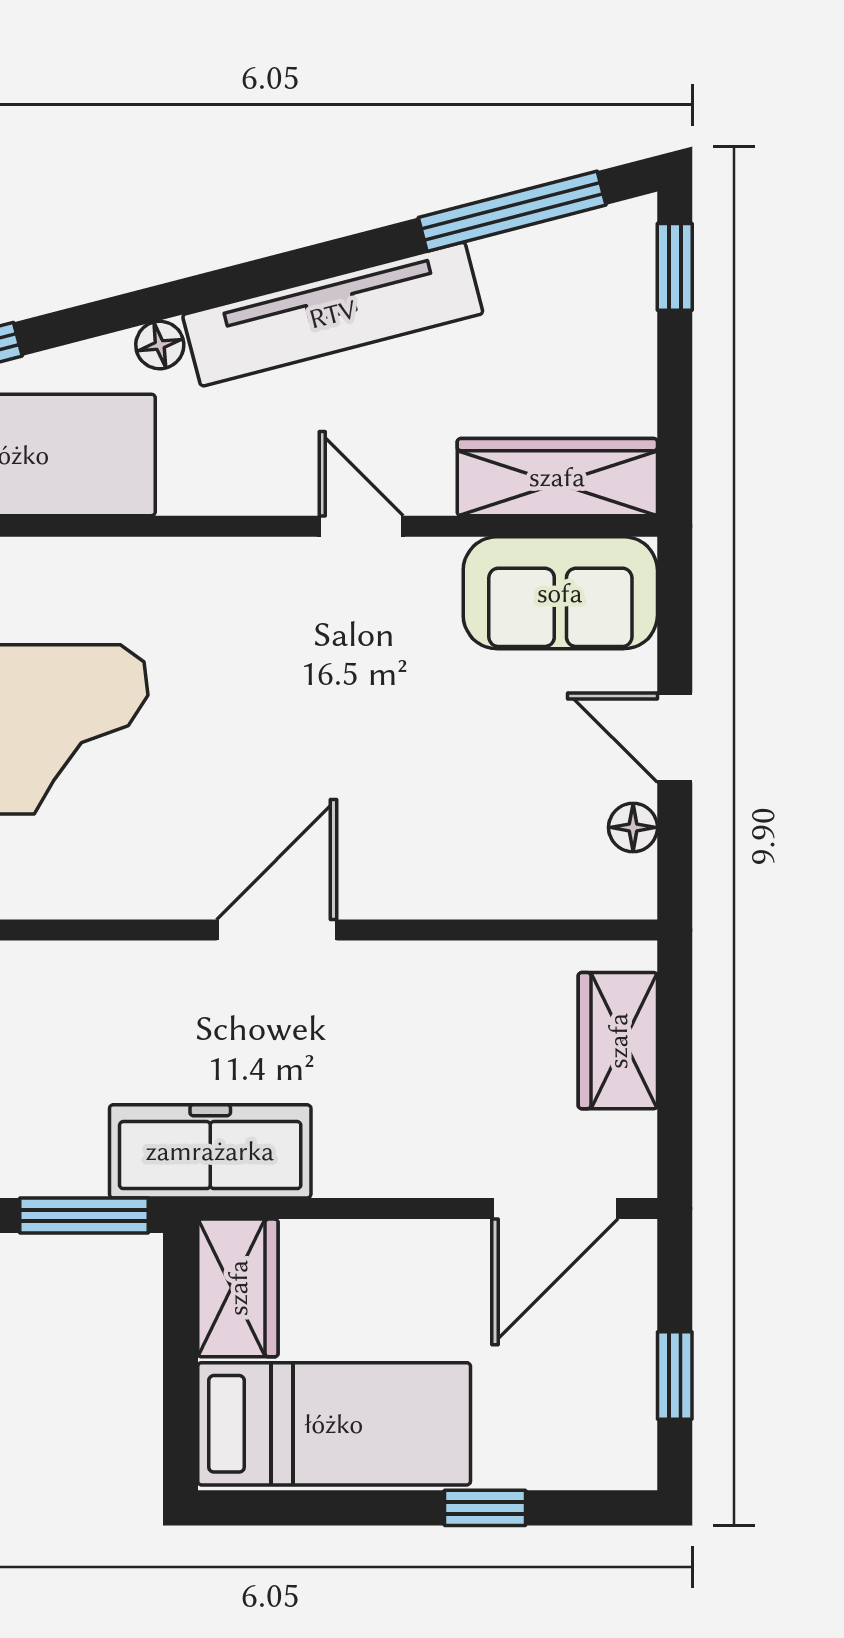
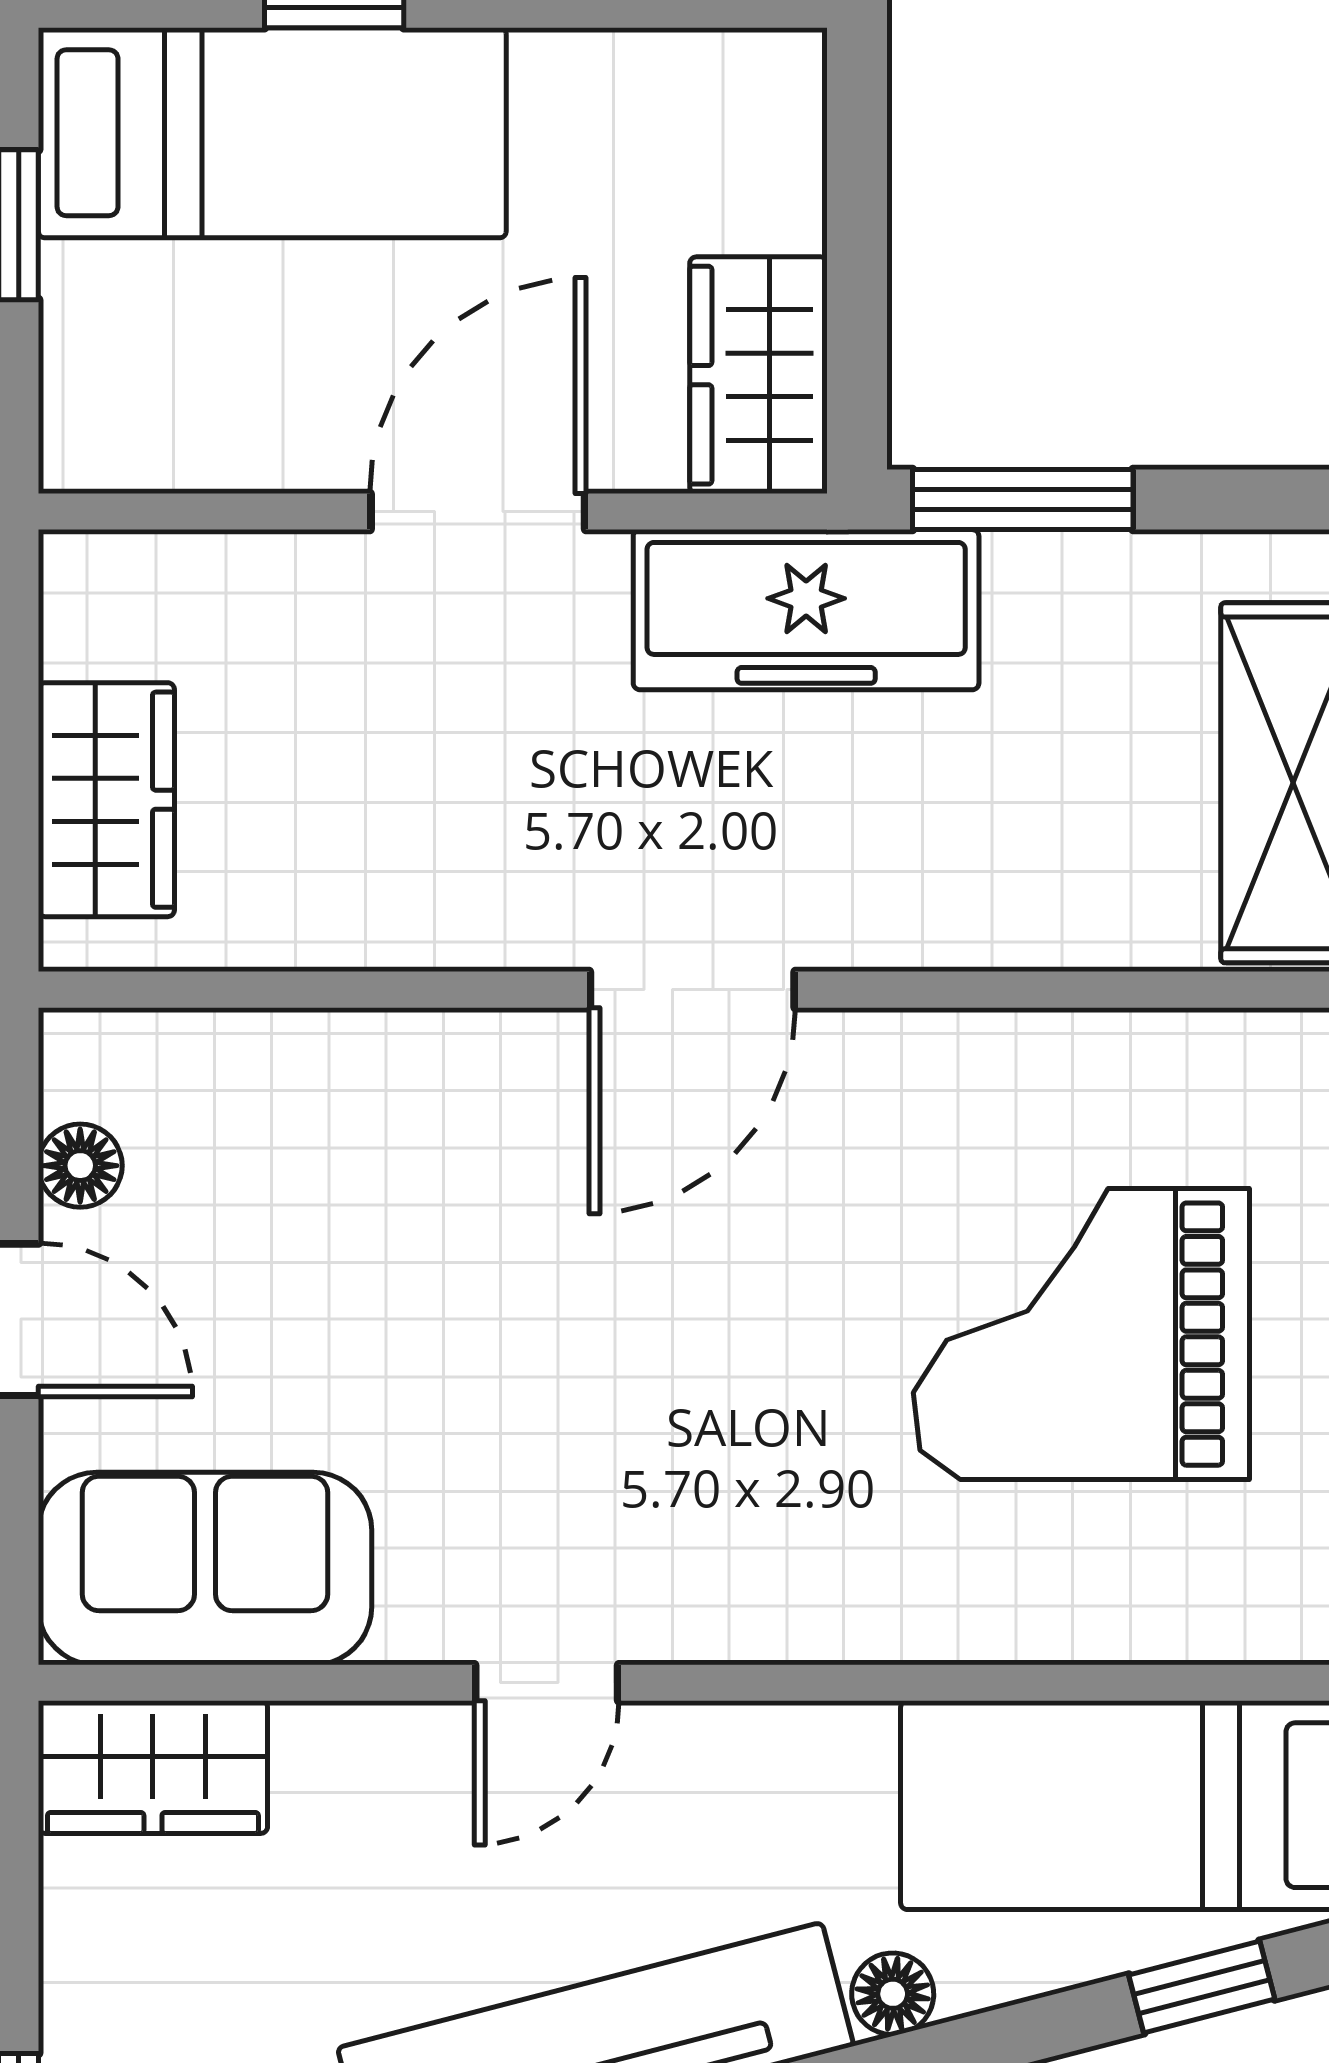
wardrobe: (557, 477) -> (153, 1767), width x0.67
door: (361, 526) -> (547, 1683), hinge flipped
door: (555, 1208) -> (478, 512), moved
bed: (334, 1424) -> (272, 133), moved, turned 180

